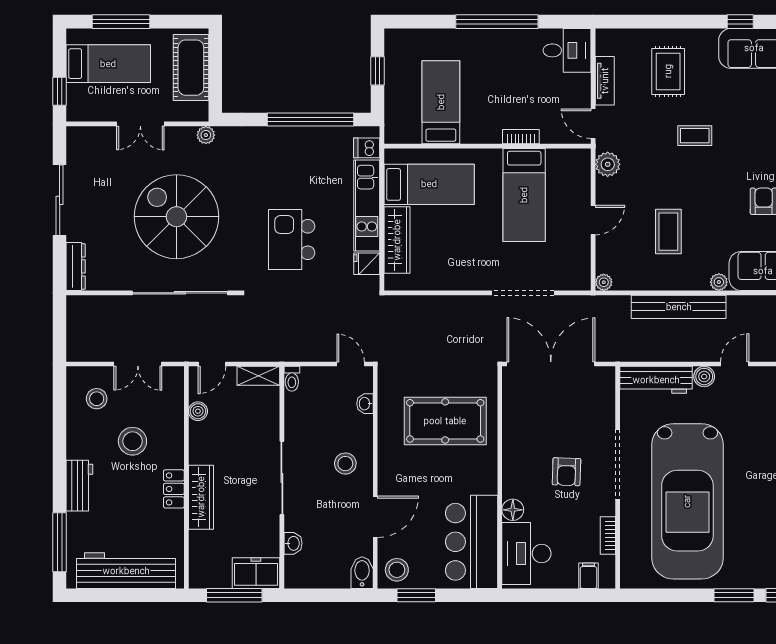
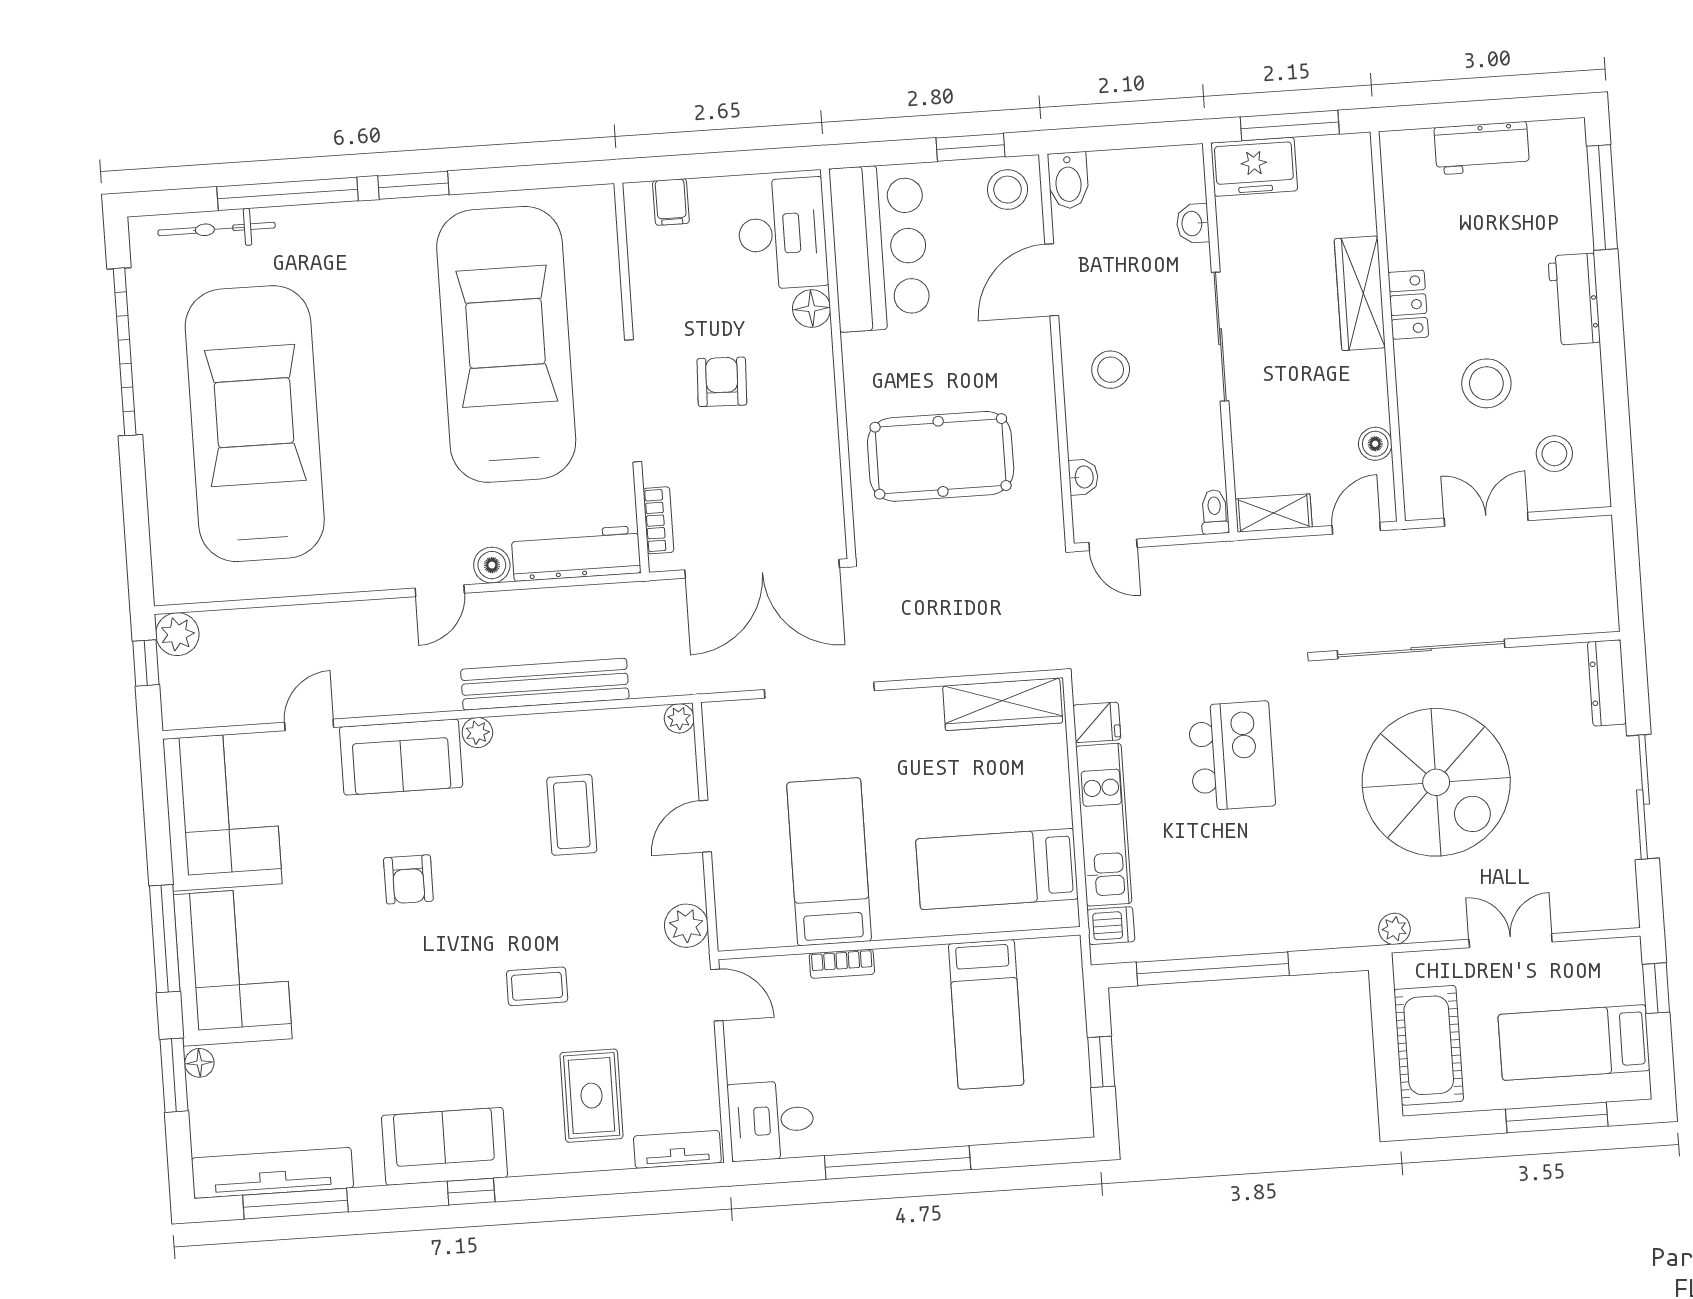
tv unit: (605, 81) -> (677, 1149), moved, turned 90
wardrobe: (397, 240) -> (1003, 704), moved, turned -90
bookcase: (608, 535) -> (658, 520), moved
workbench: (126, 571) -> (1482, 148), width x0.53, depth x0.76

